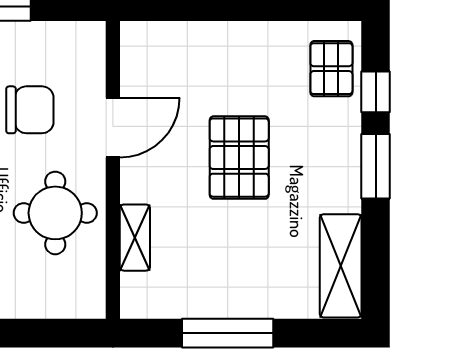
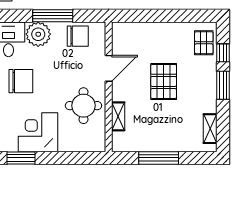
chair: (30, 110) -> (78, 36), moved
shelving: (341, 266) -> (210, 129), width x0.67, depth x0.75

